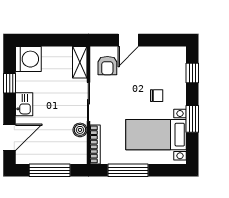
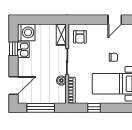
door: (128, 40) -> (115, 20), moved
kitchen sink: (24, 104) -> (23, 50), moved
window: (128, 170) -> (94, 108), width x0.46

